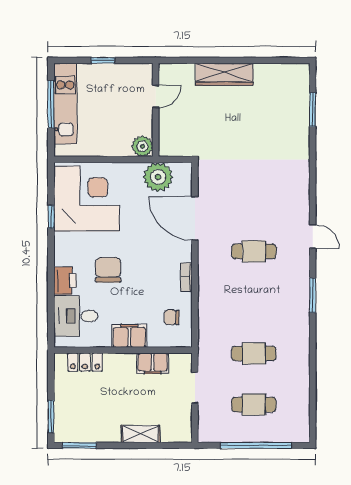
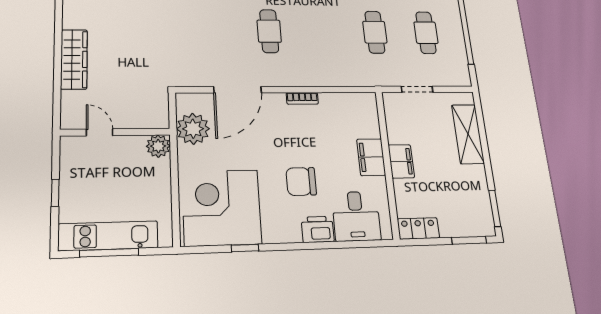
chair: (172, 317) -> (347, 113), removed
locker: (85, 362) -> (418, 228), moved, turned -90
filing cabinet: (153, 363) -> (401, 161), moved
shelving: (141, 434) -> (468, 134), width x1.50, depth x1.33

